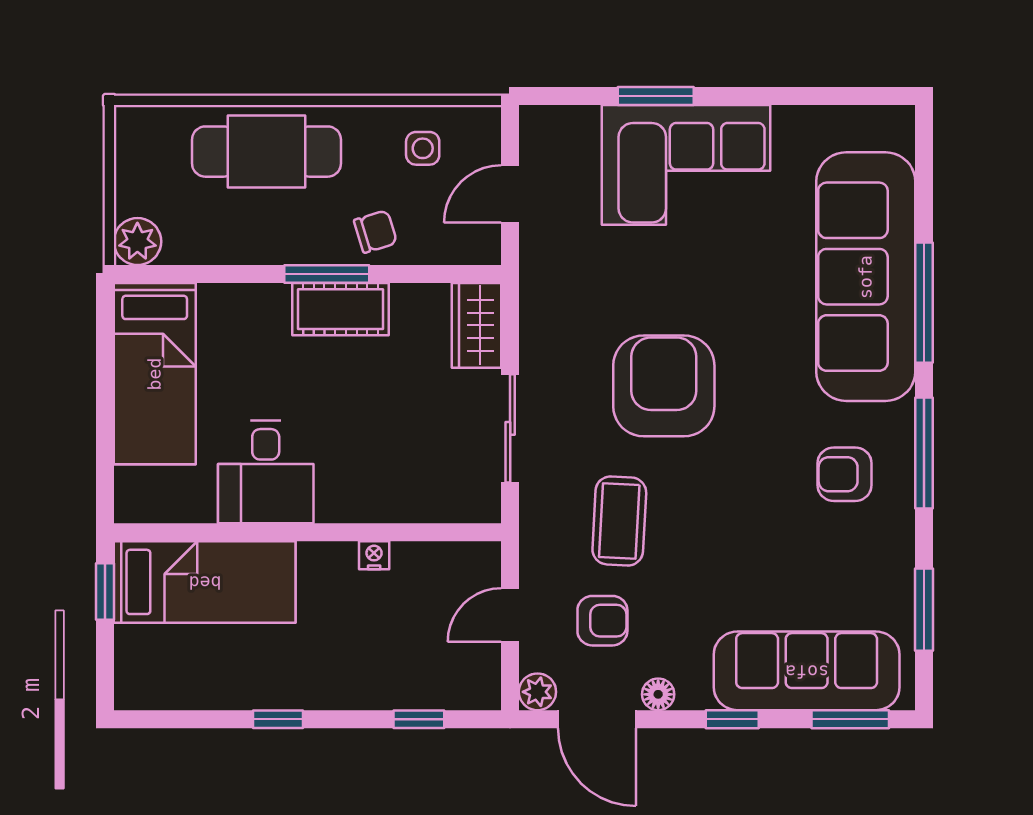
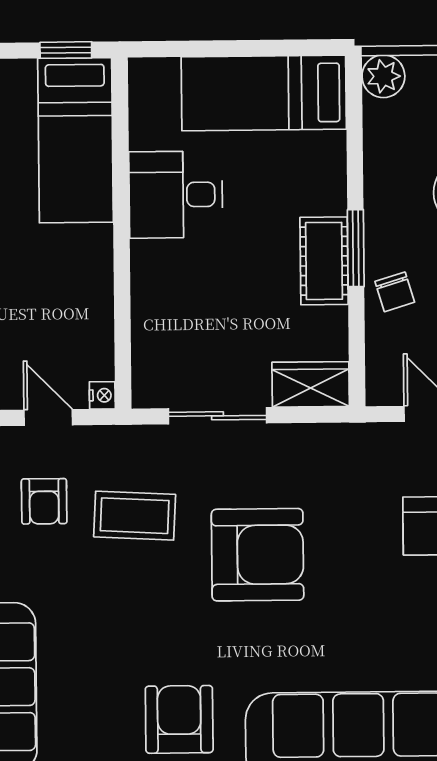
armchair: (844, 474) -> (179, 719), width x1.38, depth x1.38
nightstand: (374, 555) -> (102, 395), moved

